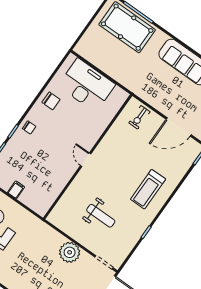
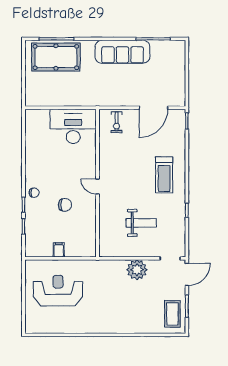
desk: (87, 85) -> (73, 126), moved
chair: (51, 101) -> (65, 205), moved

